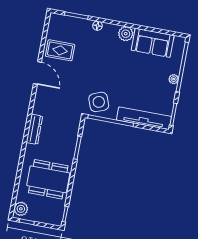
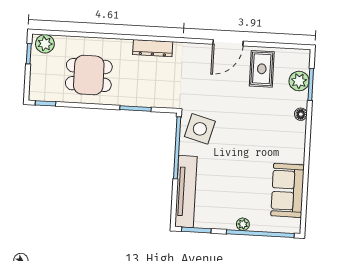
plant: (126, 34) -> (299, 81), moved
side table: (99, 102) -> (200, 129), turned 36
dining table: (48, 179) -> (89, 75), width x0.73

